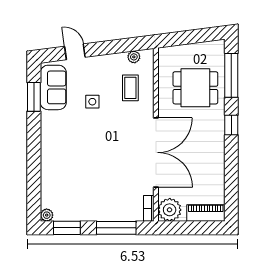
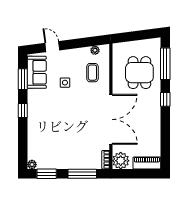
dining table: (195, 88) -> (139, 73), turned 90
window: (34, 140) -> (23, 110), added

